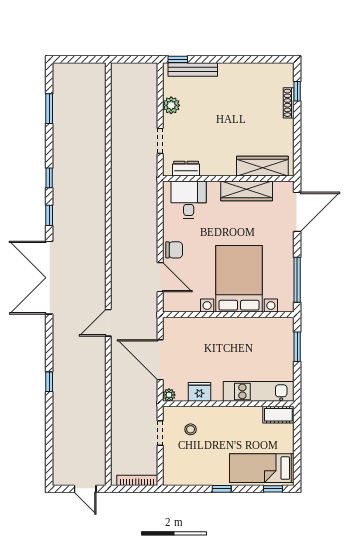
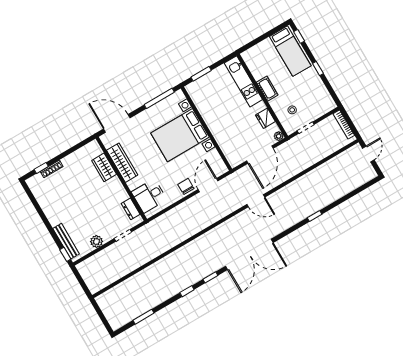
wardrobe: (262, 166) -> (104, 167), width x0.67
cot: (278, 415) -> (267, 89), moved

